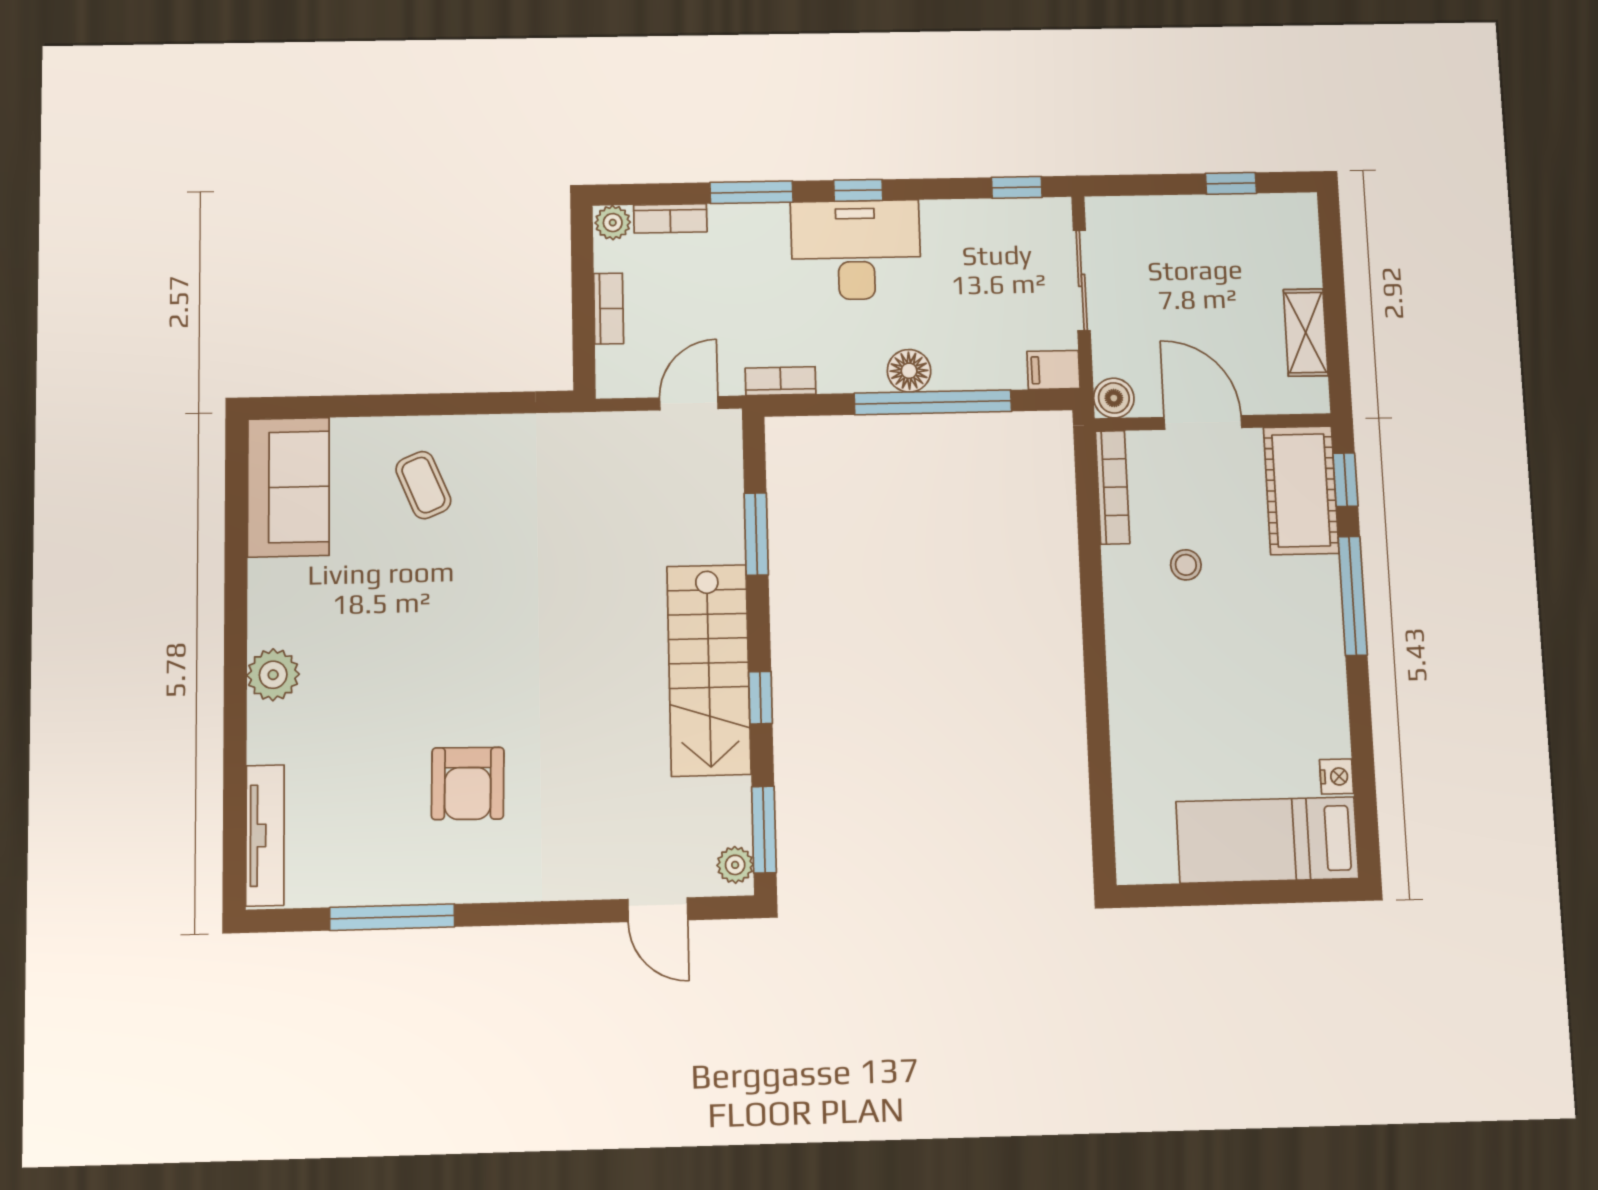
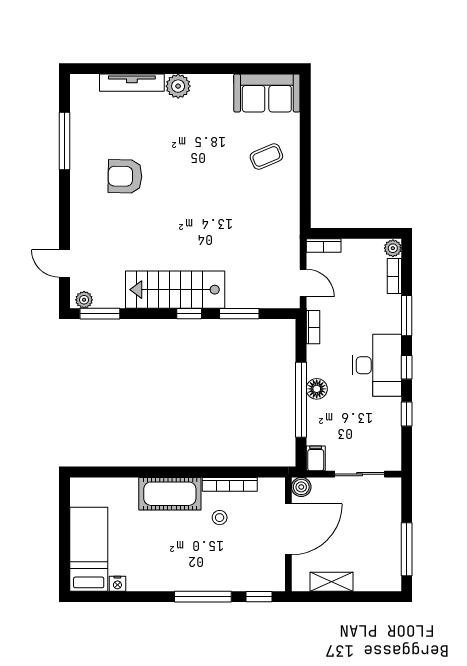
window: (1231, 183) -> (407, 549), width x2.17
window: (1017, 187) -> (407, 414), moved
bookcase: (609, 309) -> (324, 246), moved
door: (1203, 422) -> (288, 529), width x1.36
bookcase: (1112, 487) -> (230, 484), moved
cot: (1301, 490) -> (170, 494), moved
window: (761, 698) -> (189, 314), moved
tv unit: (265, 835) -> (132, 83), moved
door: (658, 910) -> (64, 264), hinge flipped

